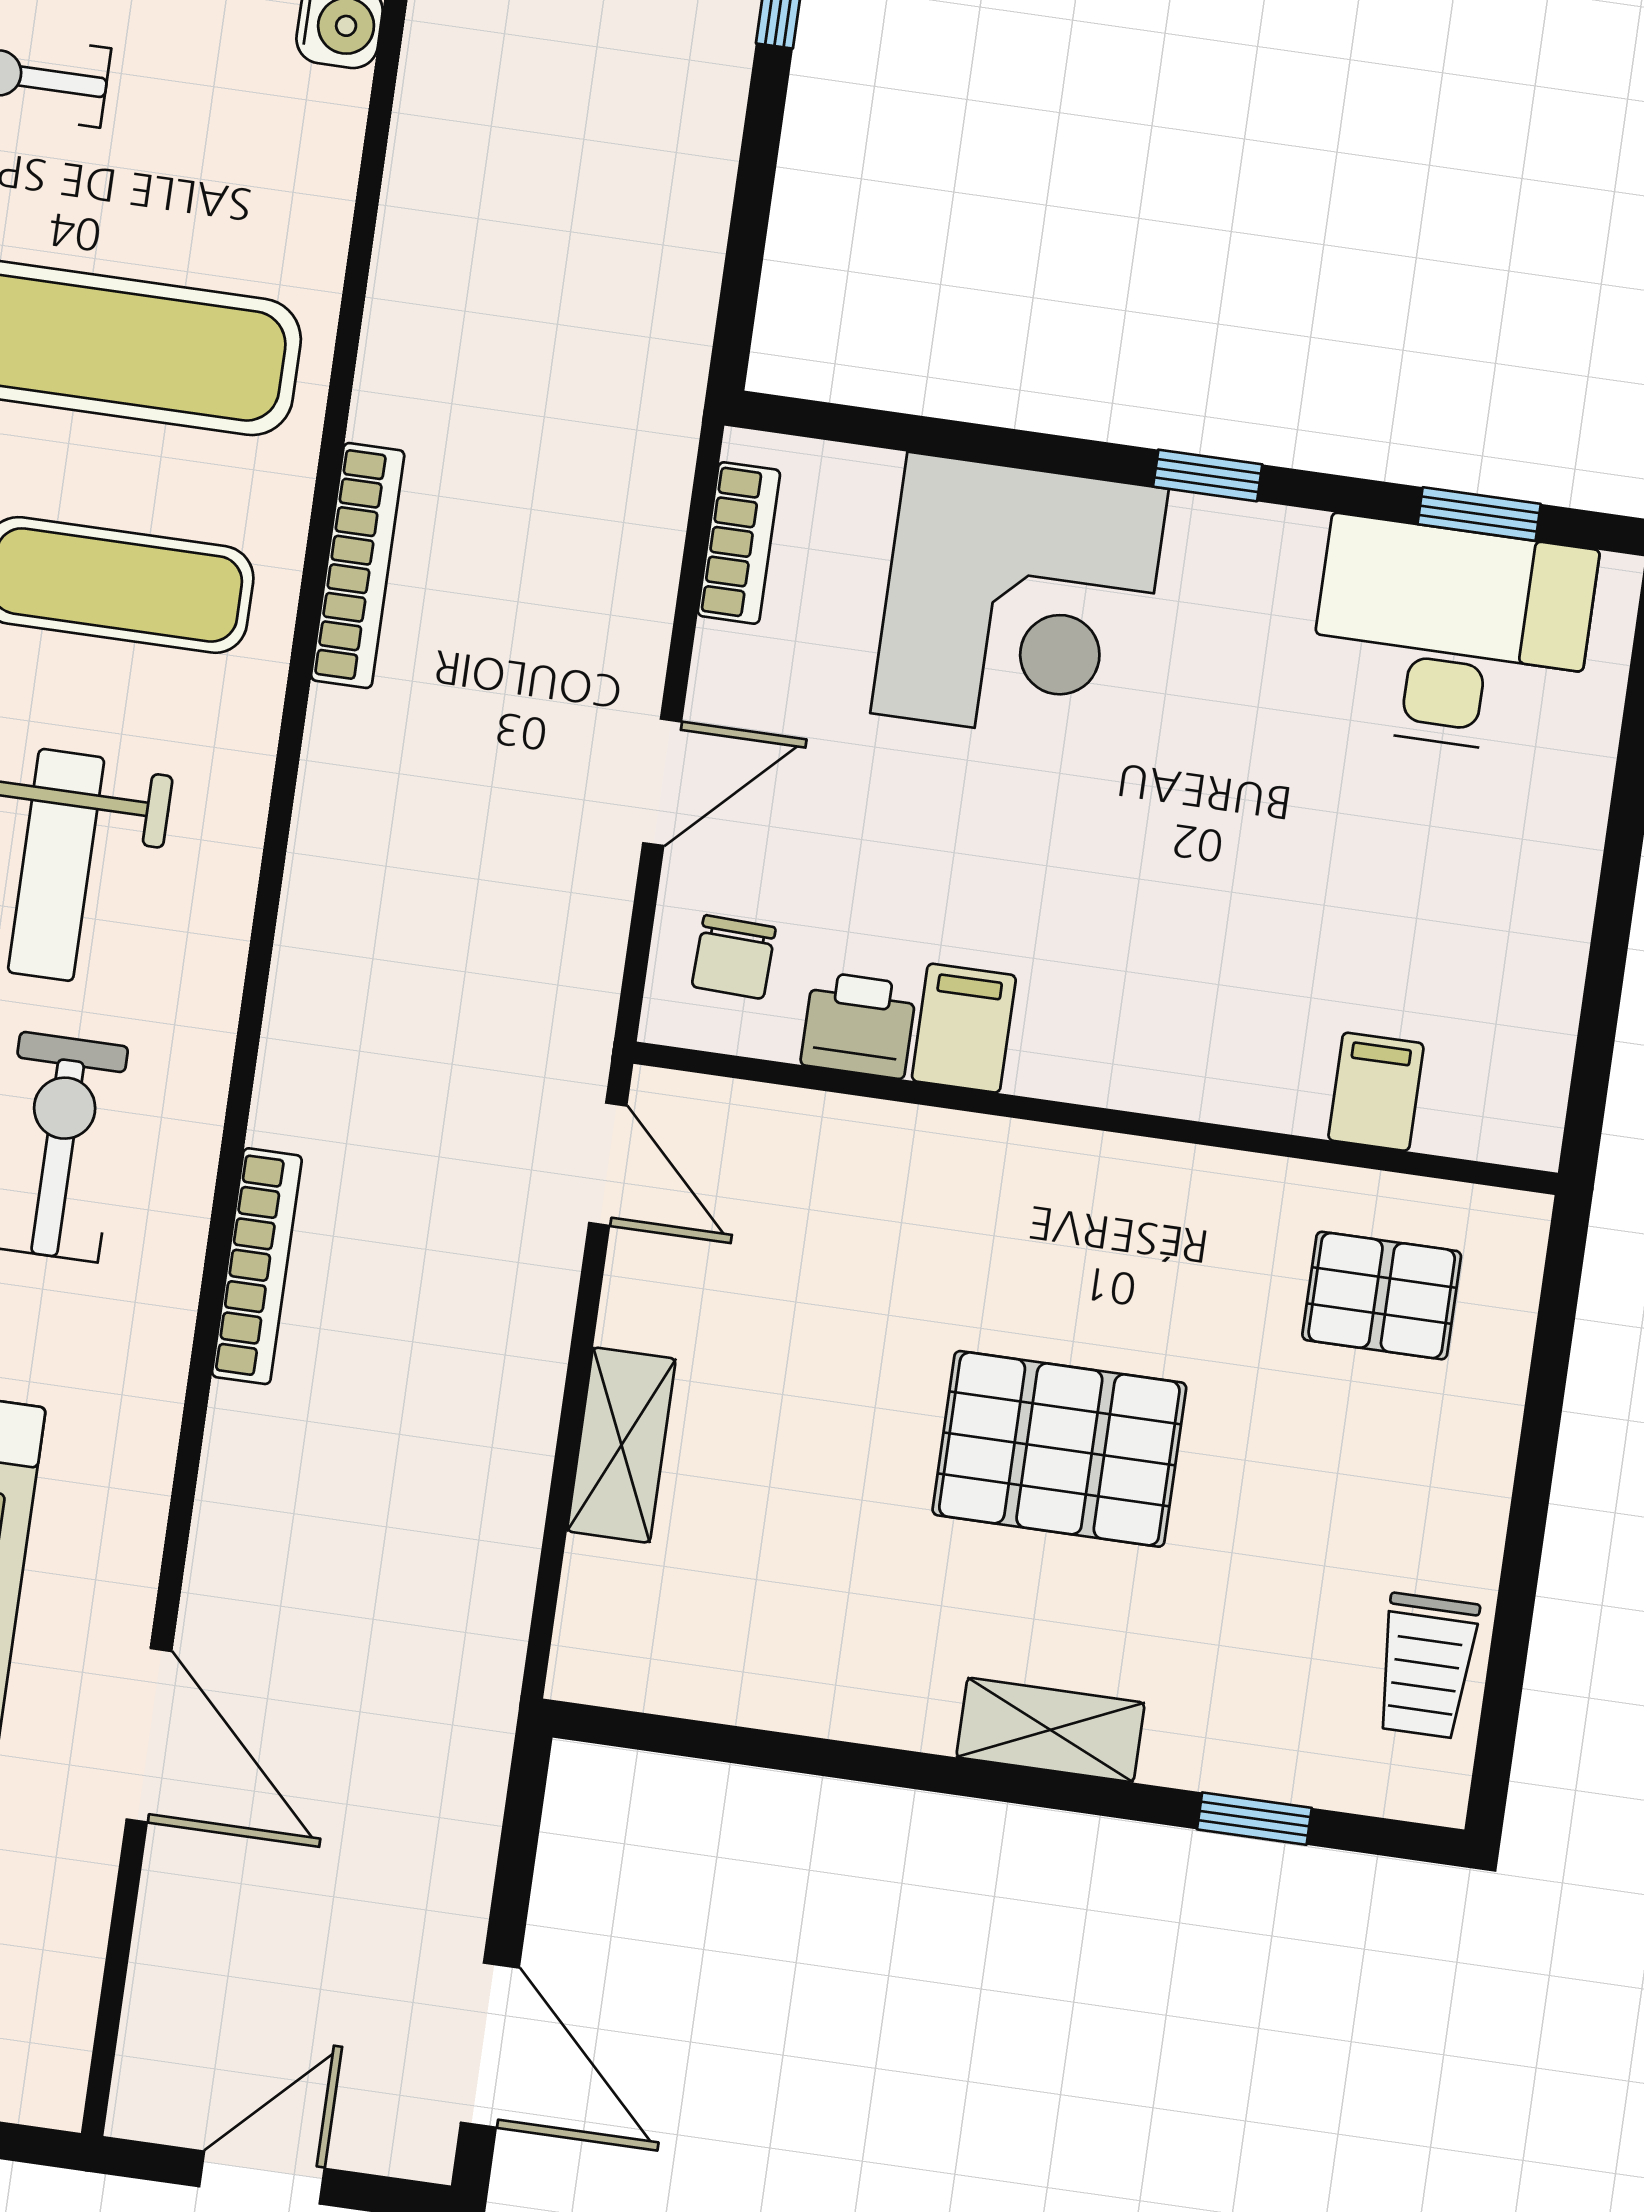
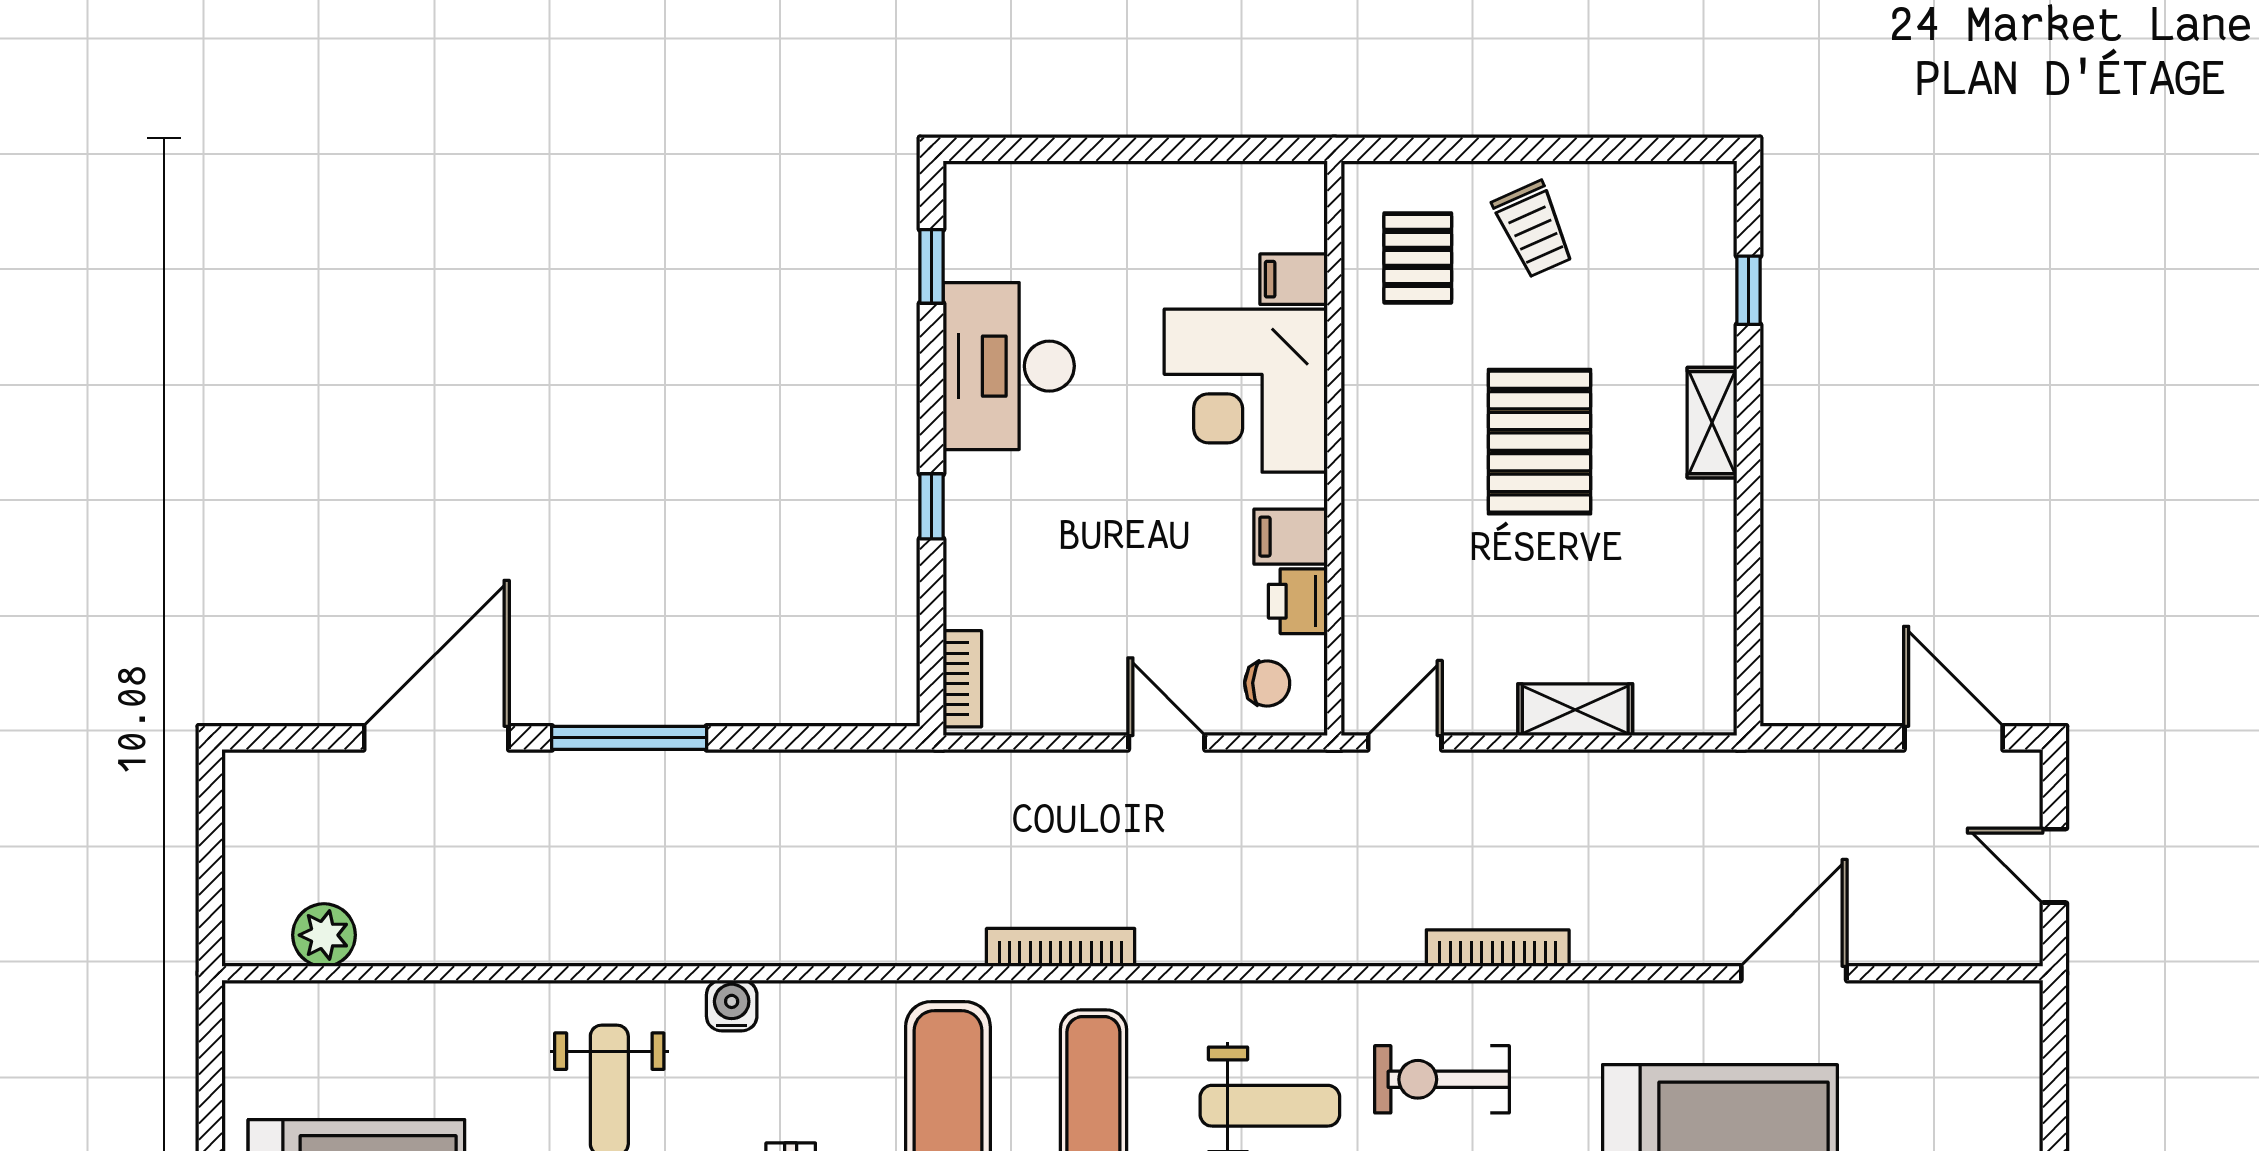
window: (1208, 475) -> (932, 506), moved
bookcase: (739, 543) -> (962, 679), moved, turned 90
corner desk: (1019, 601) -> (1246, 391), moved, turned 180
desk: (1451, 636) -> (1009, 366), moved
trolley: (1426, 1666) -> (1533, 229), moved, turned 66
door: (490, 2045) -> (1954, 738), hinge flipped

